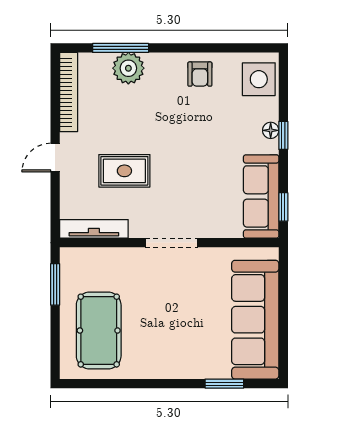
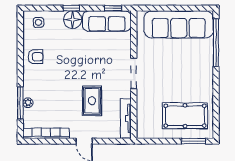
plant: (128, 68) -> (28, 103), width x0.53, depth x0.53
side table: (259, 79) -> (39, 22), width x0.54, depth x0.54
floor lamp: (271, 130) -> (73, 20), width x1.89, depth x1.89
window: (55, 284) -> (193, 141), moved
window: (224, 384) -> (216, 42), width x2.11

